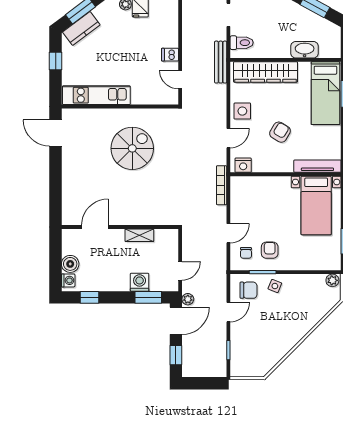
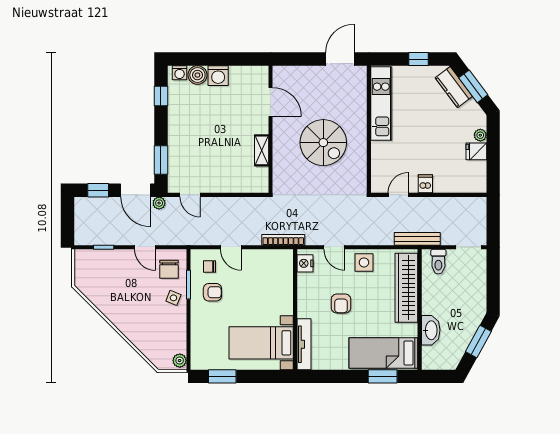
armchair: (280, 132) -> (341, 303), turned 59
door: (95, 227) -> (270, 102), moved
wall: (120, 227) -> (270, 129), moved
shelving: (139, 235) -> (262, 150), moved
washing machine: (140, 282) -> (218, 76), moved, turned 90

